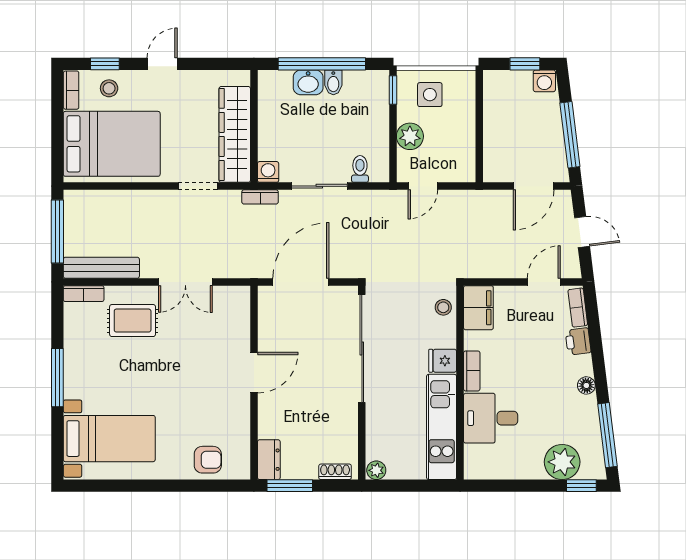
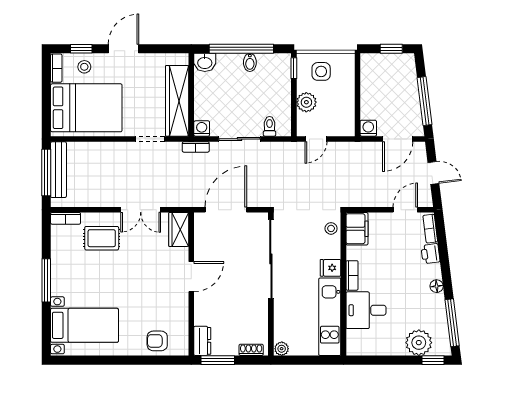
door: (162, 64) -> (124, 49), width x1.38
washing machine: (544, 81) -> (368, 128), moved, turned 180
washbasin: (308, 82) -> (205, 62), moved
bench: (101, 268) -> (58, 170), moved, turned 90
wardrobe: (237, 309) -> (179, 229), added
armchair: (208, 460) -> (157, 341), turned 180

